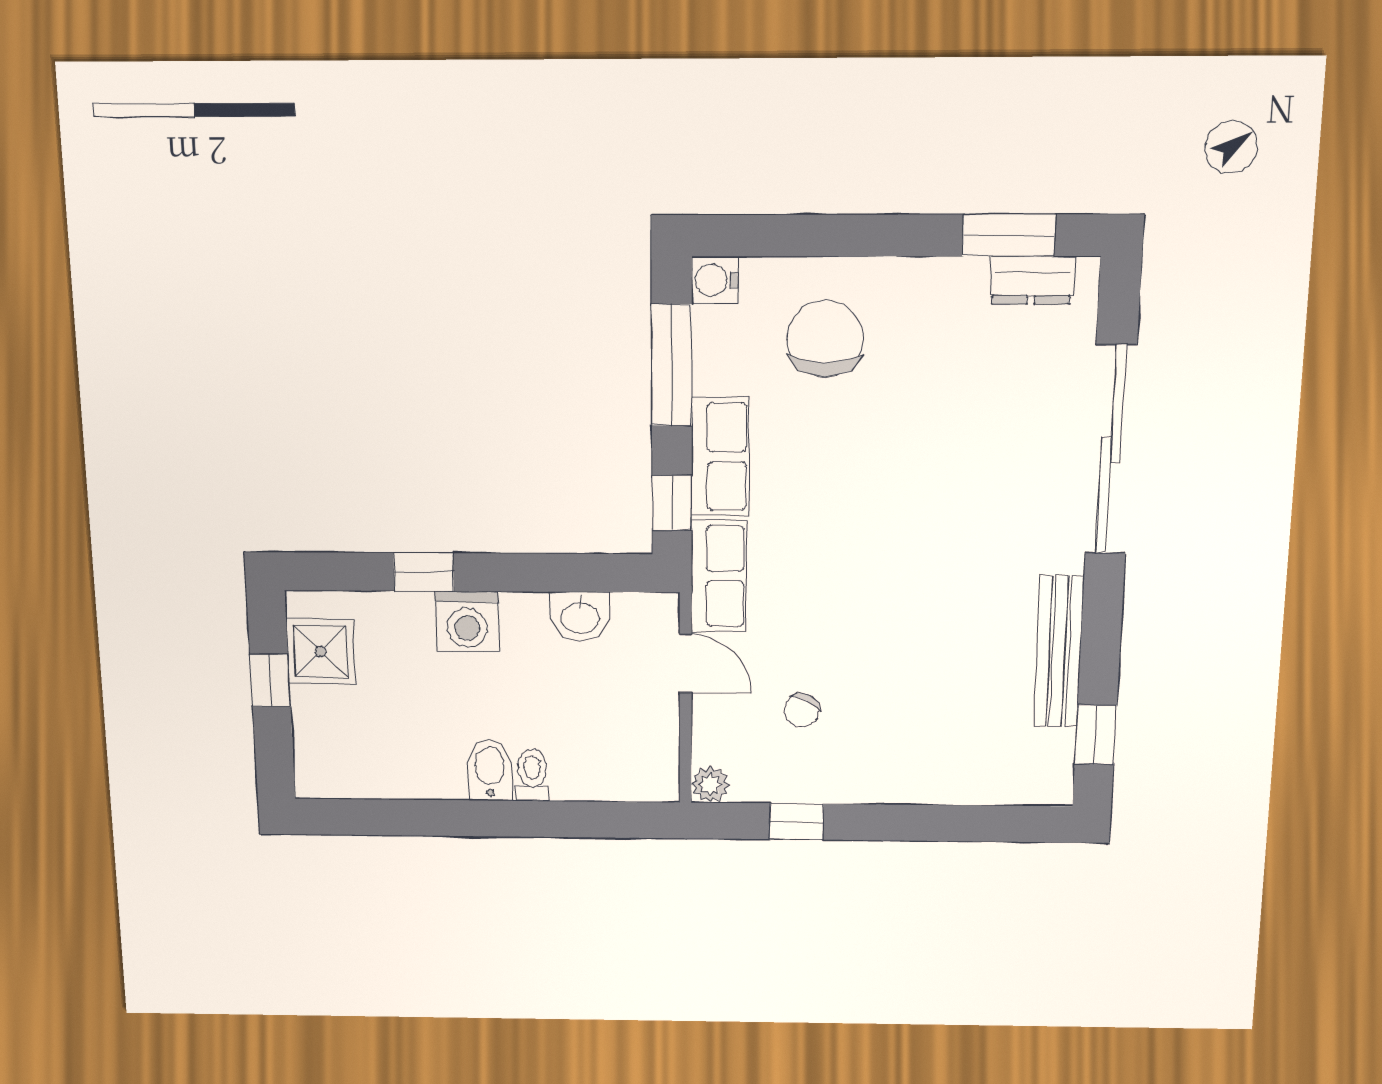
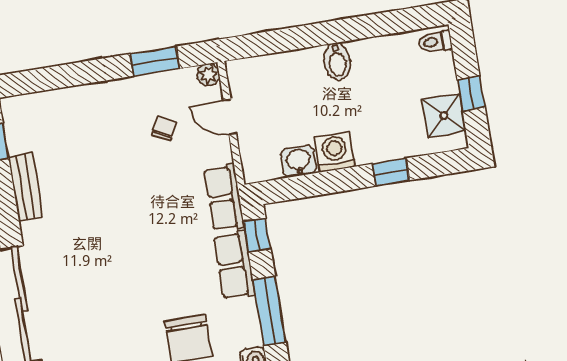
washing machine: (467, 622) -> (335, 152), moved
bench: (1059, 651) -> (26, 187), width x0.73
door: (686, 664) -> (230, 117), moved
toilet: (532, 775) -> (435, 42), moved, turned 90
window: (796, 822) -> (155, 61), width x1.50

